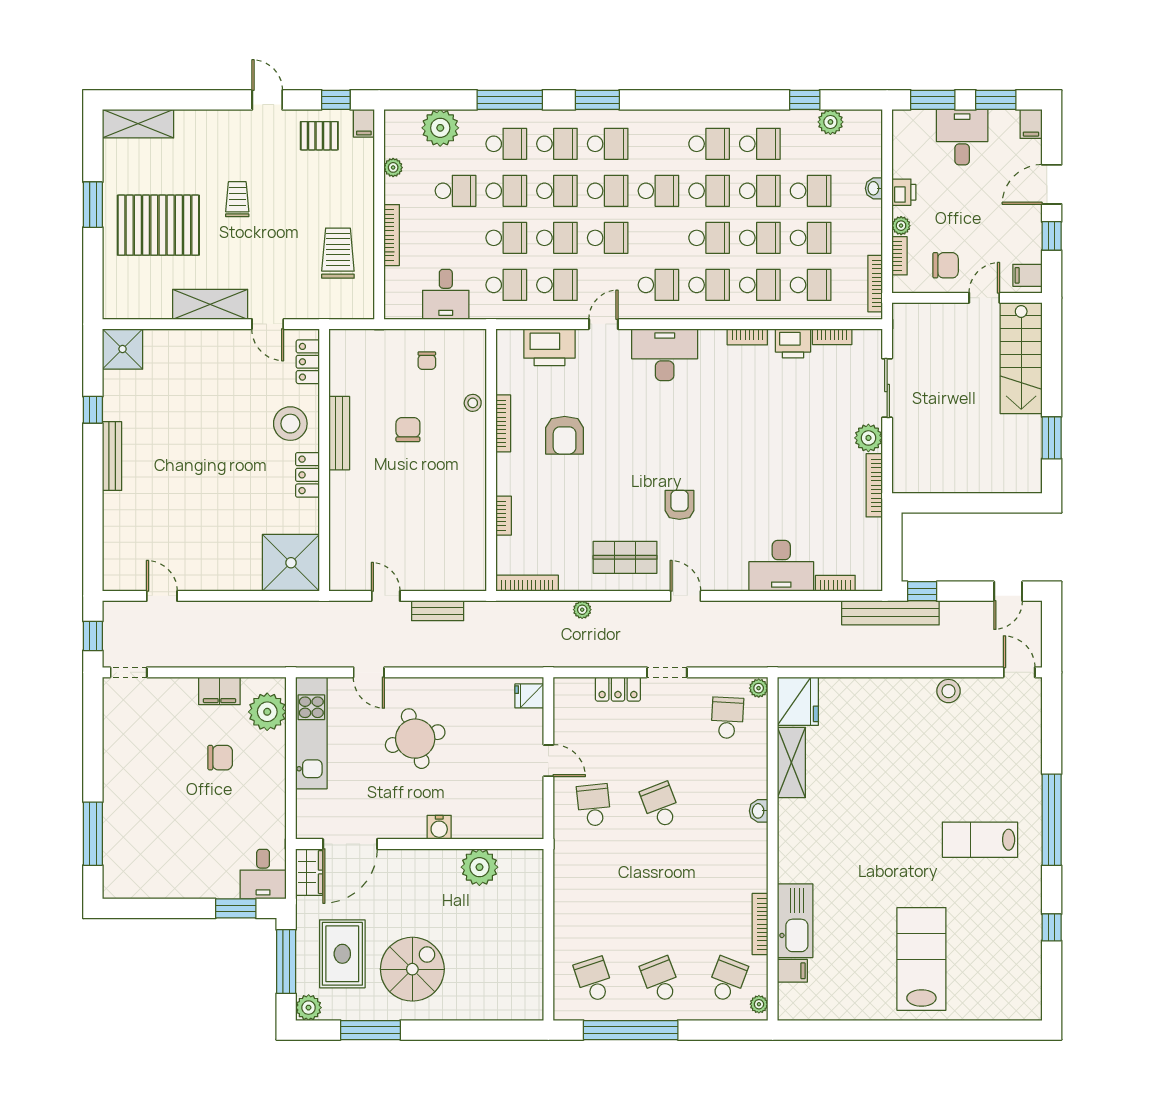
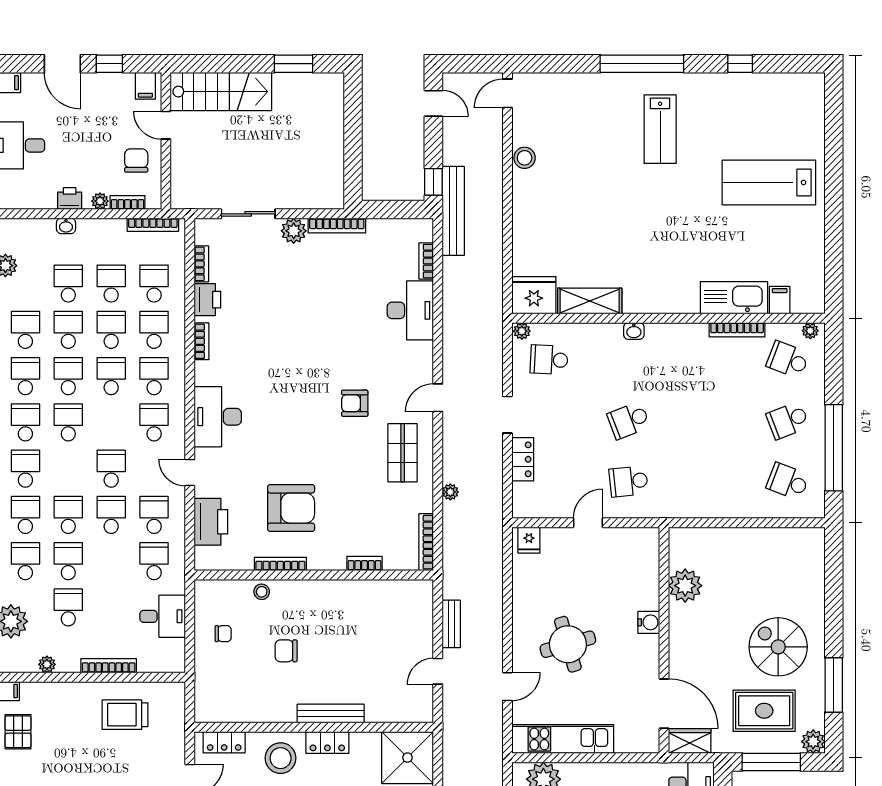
school desk: (608, 191) -> (25, 422), moved
school desk: (506, 238) -> (111, 561), removed
bench: (339, 433) -> (331, 714), moved
armchair: (565, 435) -> (291, 508), width x1.36, depth x1.36
school desk: (594, 980) -> (788, 481), turned 39

